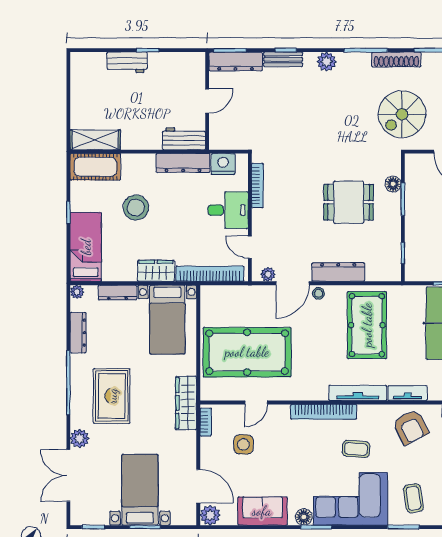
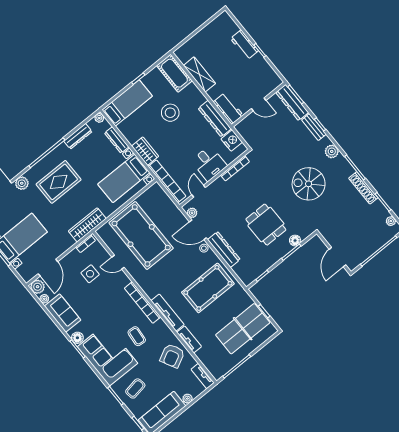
spiral stairs: (402, 114) -> (309, 184), moved
shelving: (95, 140) -> (200, 74), moved
plant: (230, 519) -> (44, 299), added

